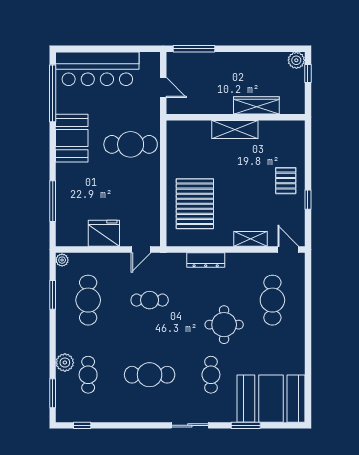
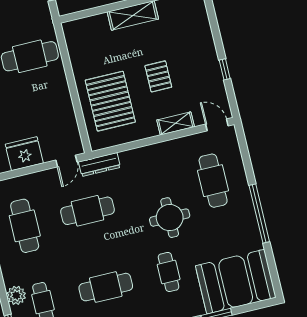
pallet: (286, 181) -> (158, 76), moved
dresser: (206, 260) -> (99, 165), moved
cafe table: (150, 300) -> (87, 211), width x1.37, depth x1.35
window: (308, 341) -> (259, 214), added

